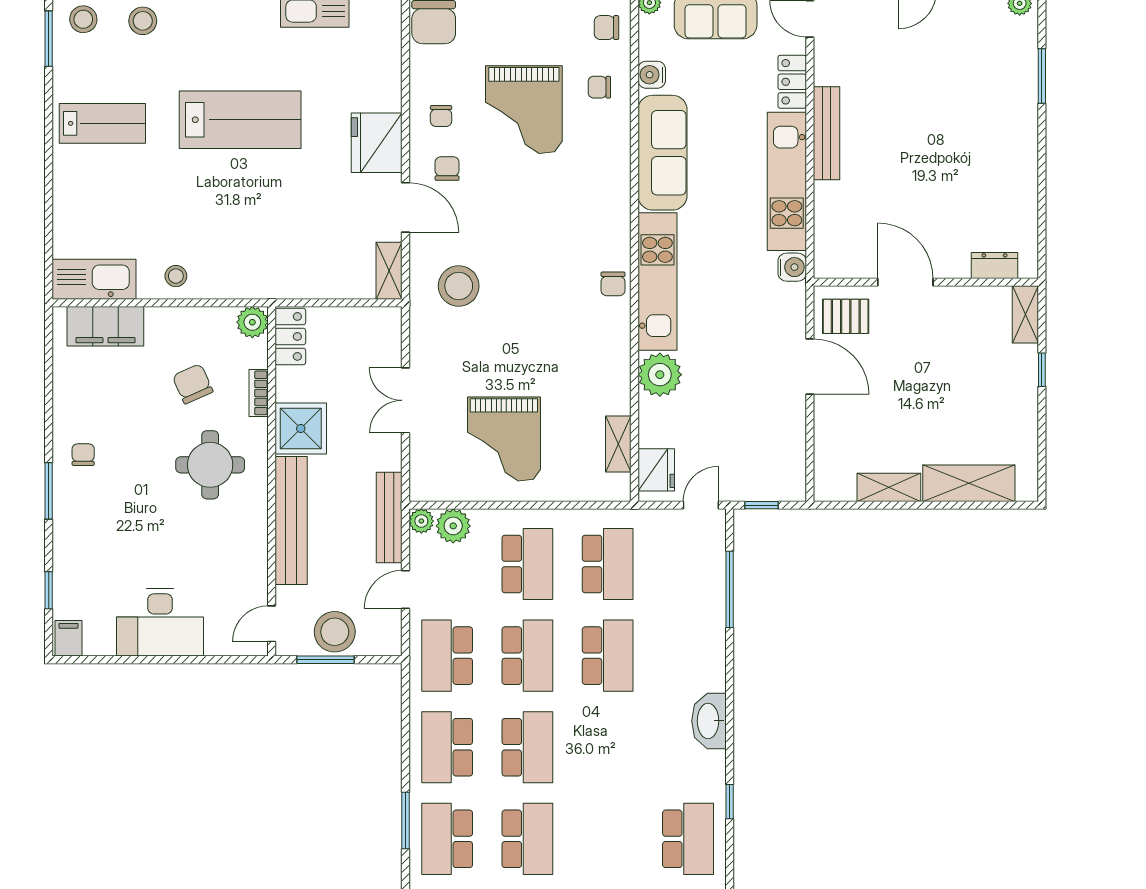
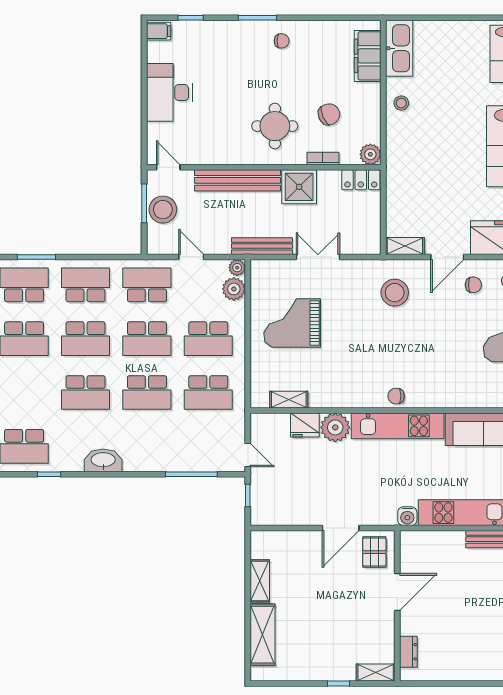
fridge: (656, 470) -> (305, 425), moved
bench: (389, 517) -> (262, 246), moved
school desk: (608, 747) -> (86, 393), added

